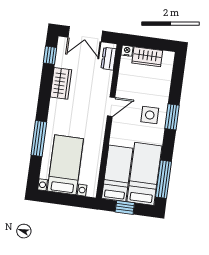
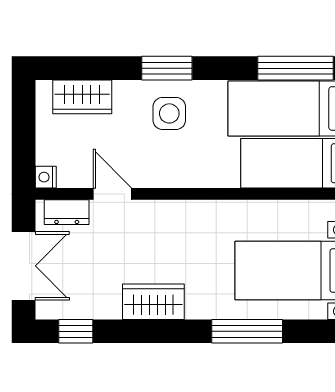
wardrobe: (147, 57) -> (82, 97), moved, turned 90
wardrobe: (61, 83) -> (153, 302), moved
door: (111, 107) -> (112, 194), moved

